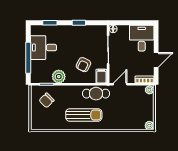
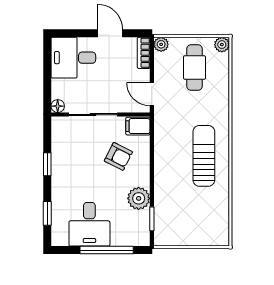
cafe table: (96, 94) -> (194, 68), moved
chair: (47, 100) -> (179, 219), removed

